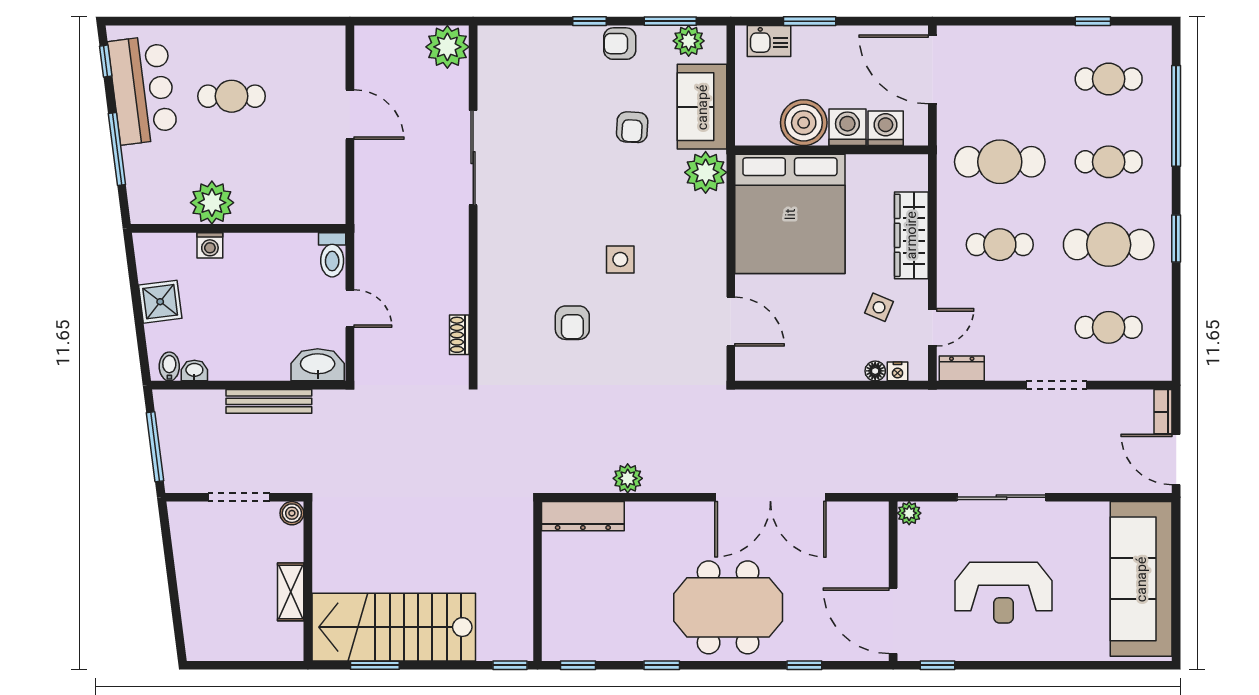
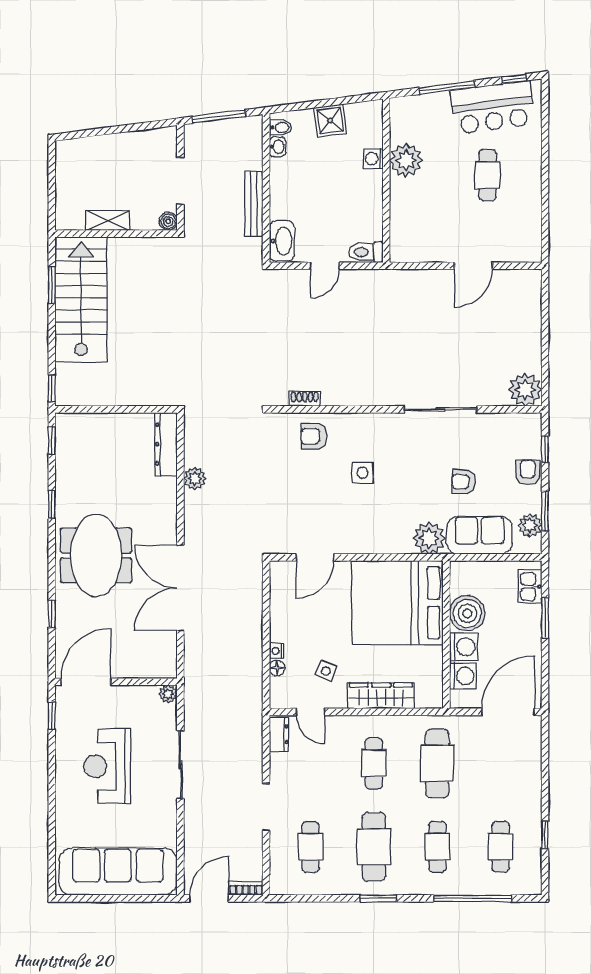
plant: (447, 47) -> (525, 390), moved
sliding door: (473, 158) -> (440, 409), moved
wall: (473, 203) -> (406, 409), moved
shoe rack: (459, 335) -> (305, 399), moved
nightstand: (898, 371) -> (277, 651), moved

